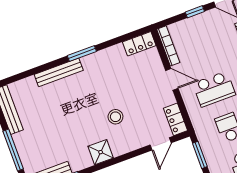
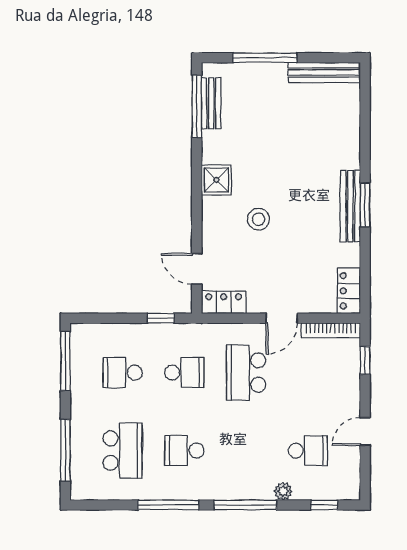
window: (195, 12) -> (365, 360), moved
bench: (59, 72) -> (350, 206), moved
window: (200, 155) -> (161, 318), width x0.67

